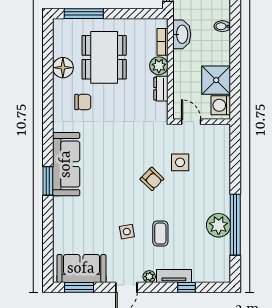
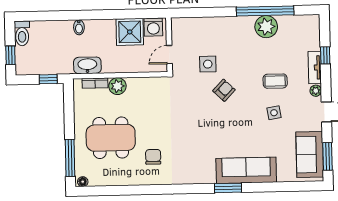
floor lamp: (63, 68) -> (83, 182), moved, width x0.53, depth x0.53
dresser: (161, 89) -> (139, 84), removed
sofa: (66, 164) -> (246, 170), moved

